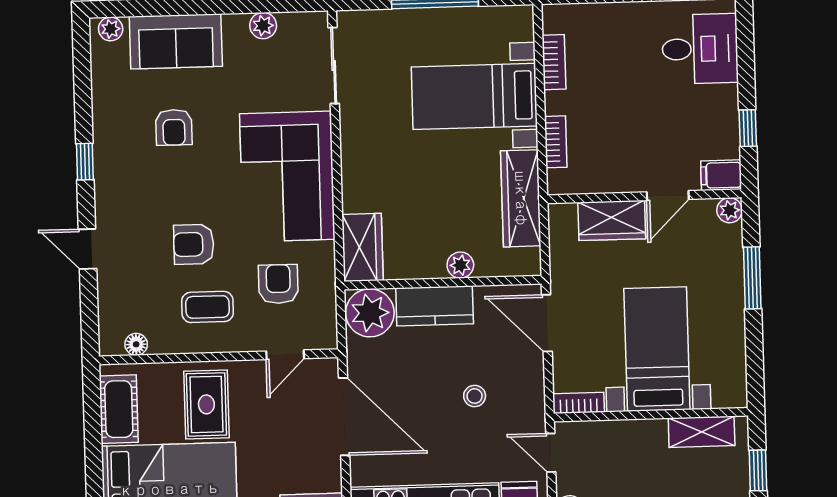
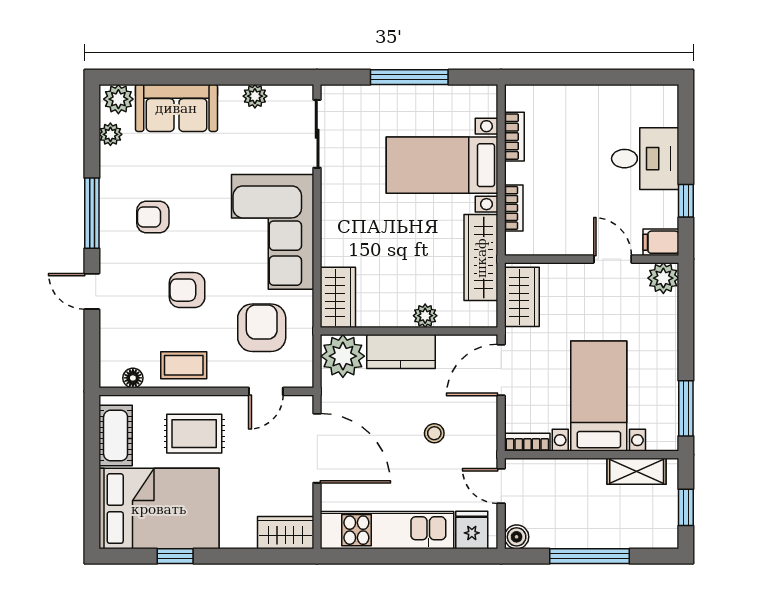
plant: (111, 29) -> (118, 99), width x1.38, depth x1.38
desk: (700, 49) -> (645, 159), moved
plant: (103, 73) -> (110, 134), added
armchair: (174, 127) -> (153, 217), moved, turned 90
window: (85, 162) -> (92, 213), width x2.17
door: (668, 196) -> (613, 259), swing flipped
plant: (730, 210) -> (663, 278), width x1.38, depth x1.38
wardrobe: (612, 220) -> (522, 297), moved, turned -90
window: (752, 278) -> (686, 408), moved
armchair: (278, 284) -> (262, 328), width x1.38, depth x1.38
coffee table: (207, 307) -> (184, 365), moved
door: (547, 323) -> (501, 370), hinge flipped
rug: (206, 404) -> (194, 434), turned 90

